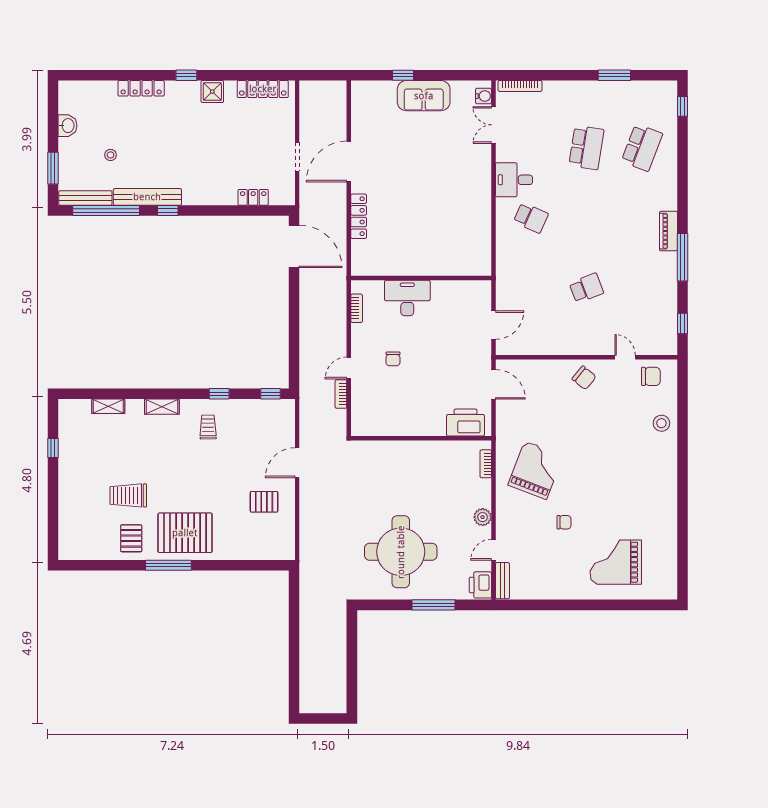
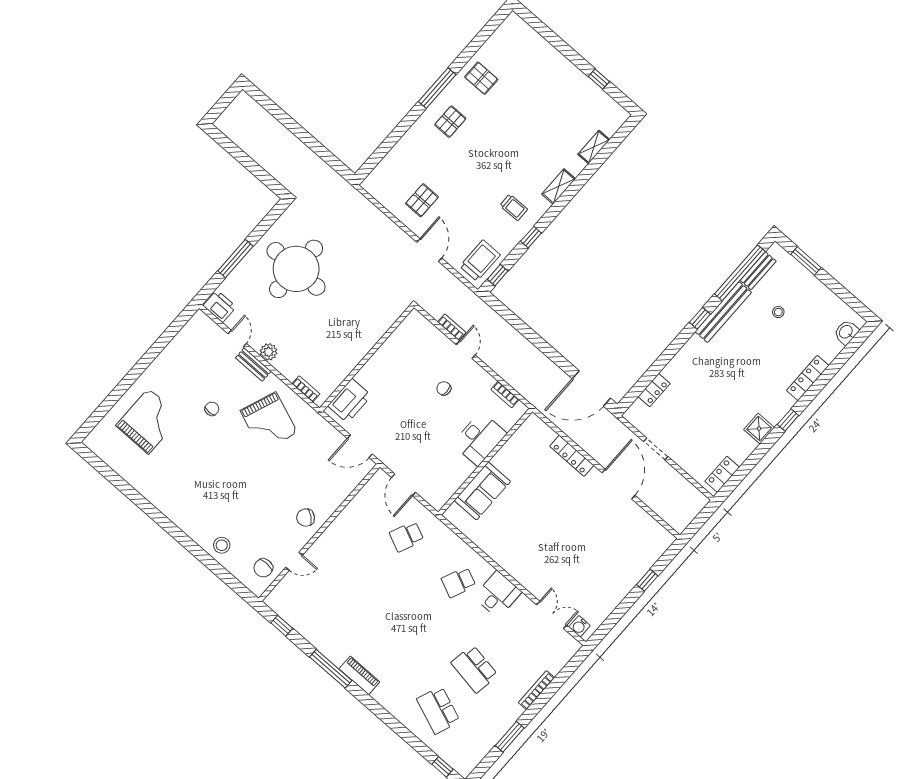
bookcase: (520, 86) -> (537, 690), moved
locker: (263, 89) -> (722, 474), width x0.66
sofa: (424, 96) -> (482, 491), moved, turned 180
washbasin: (67, 126) -> (846, 332), moved, turned 90
bench: (85, 198) -> (758, 271), width x0.73
school desk: (586, 288) -> (407, 537), moved, turned 45
trolley: (128, 495) -> (480, 261), moved
chair: (564, 522) -> (212, 409), turned 180
pallet: (185, 533) -> (450, 122), width x0.49, depth x0.50
bench: (502, 581) -> (253, 365), moved

